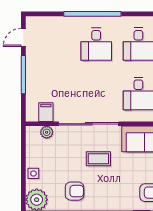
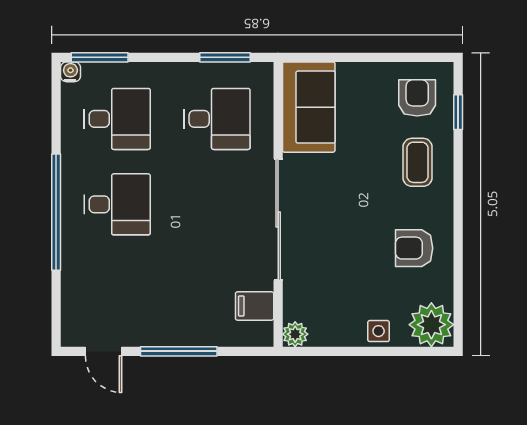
plant: (47, 132) -> (295, 334), moved
coffee table: (98, 159) -> (417, 162), moved
armchair: (75, 191) -> (414, 248), turned -90

